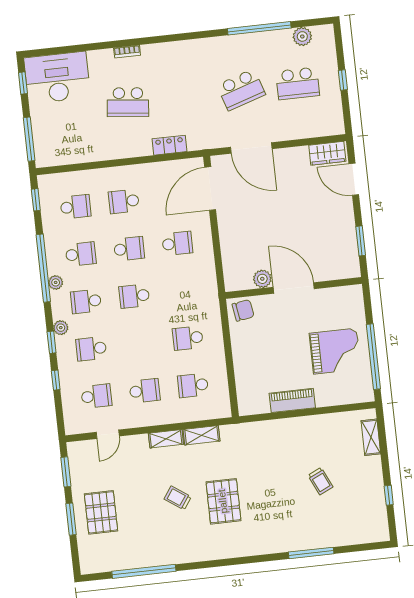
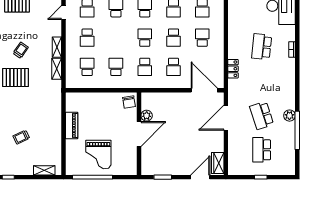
plant: (302, 36) -> (289, 116), moved
school desk: (183, 291) -> (145, 67), added
door: (108, 434) -> (64, 13), hinge flipped

